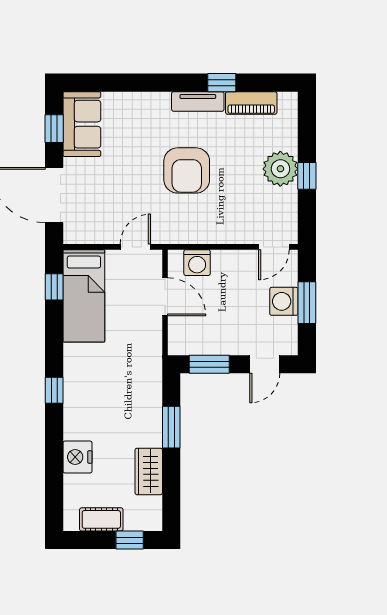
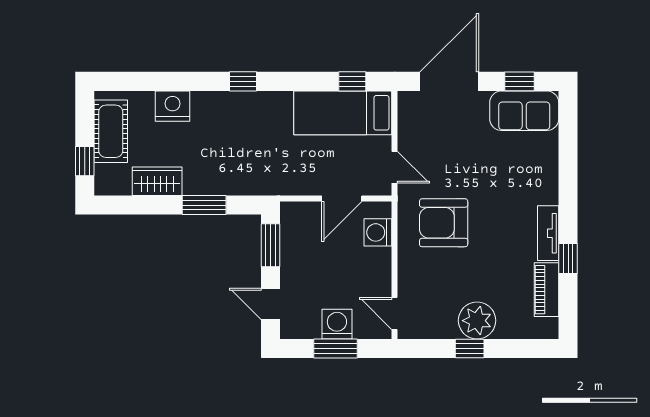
armchair: (187, 170) -> (444, 223), moved
cot: (101, 519) -> (111, 131), width x1.37, depth x1.34

